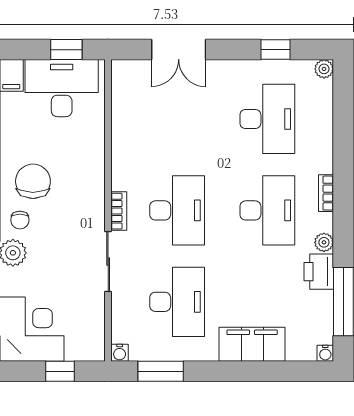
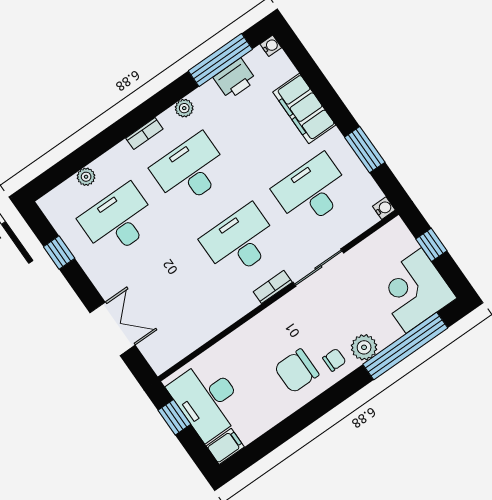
plant: (324, 69) -> (86, 177), moved
printer: (319, 272) -> (235, 79), moved
window: (161, 371) -> (365, 150), moved

